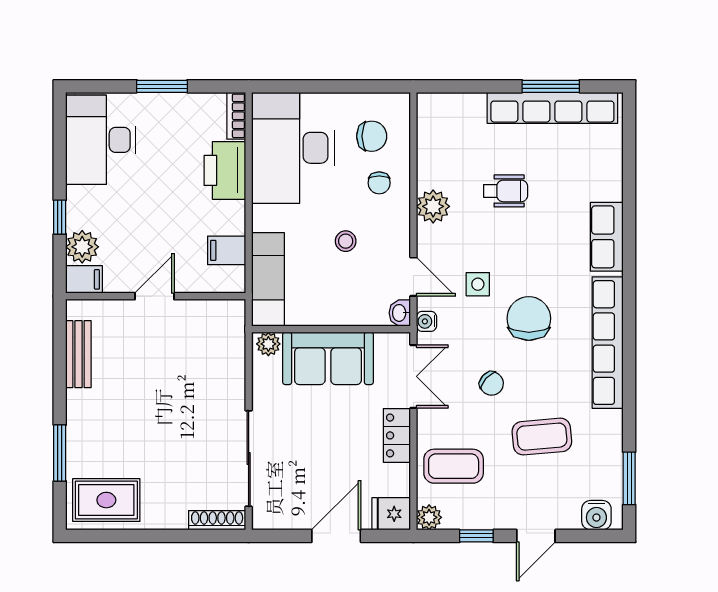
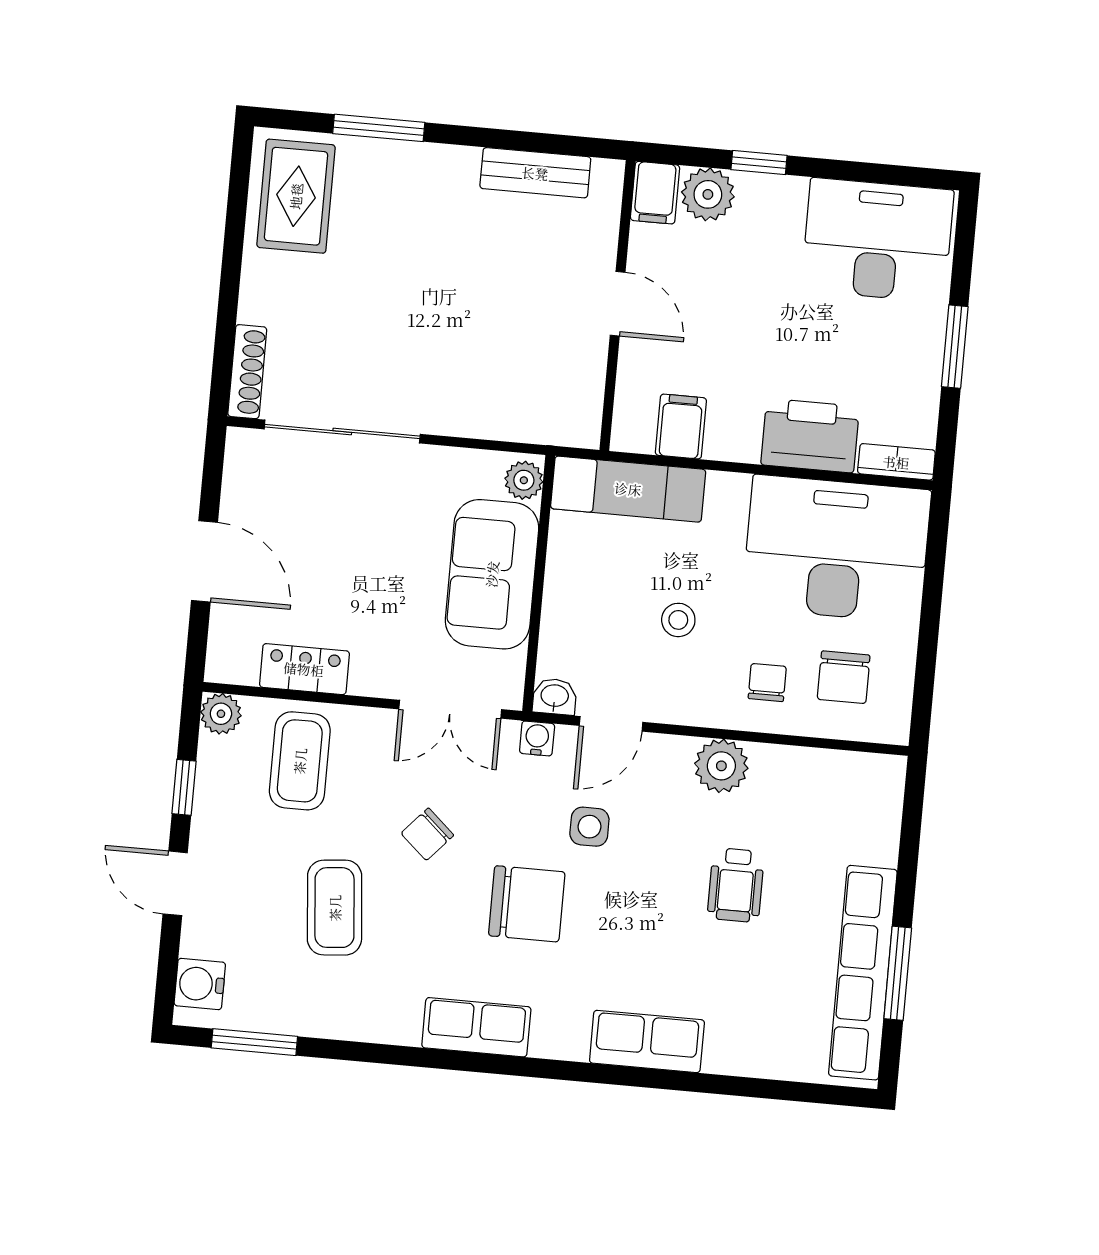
chair: (379, 183) -> (767, 682), turned 90
row of seats: (608, 343) -> (476, 1027), width x0.50
locker: (397, 435) -> (304, 669), moved
fridge: (391, 514) -> (232, 653), removed

